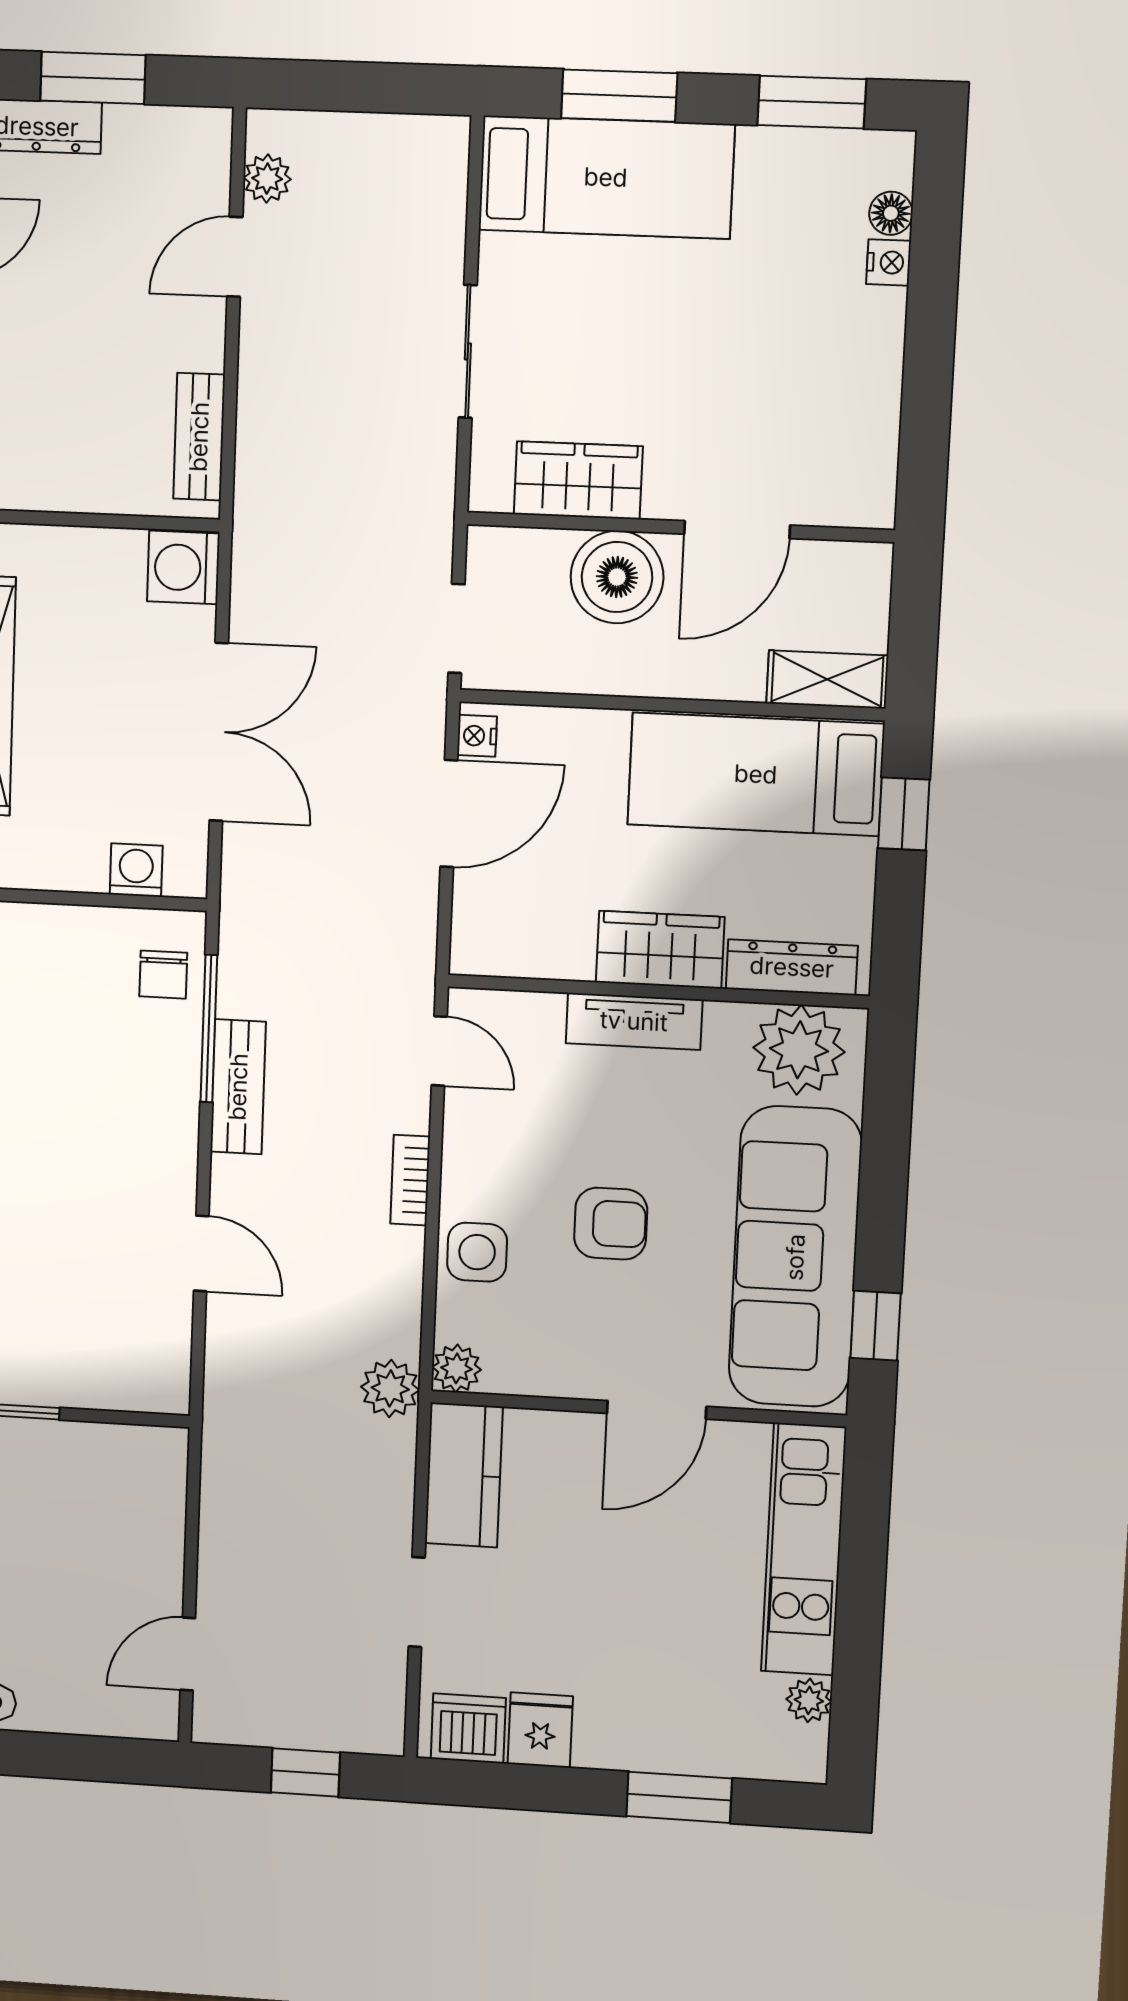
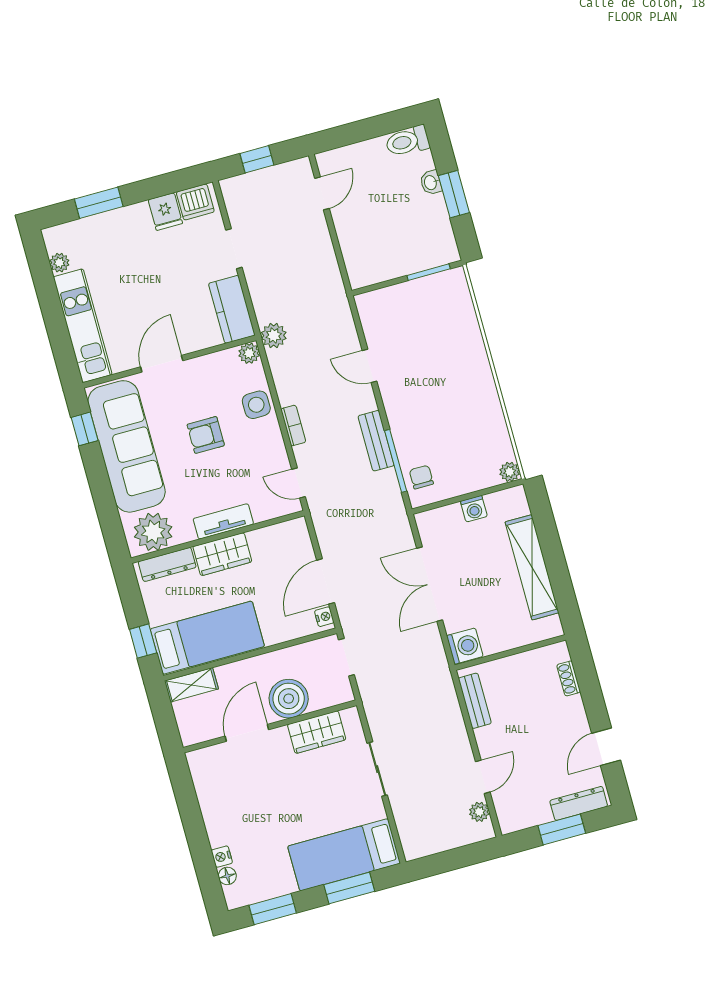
washing machine: (136, 870) -> (474, 509), moved

